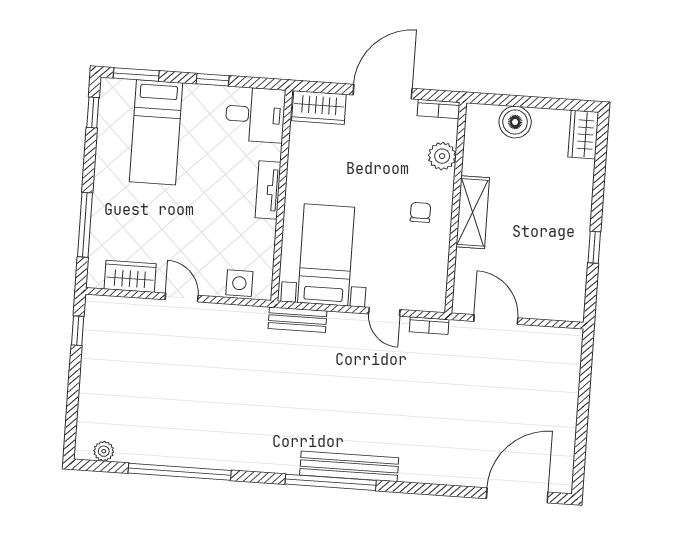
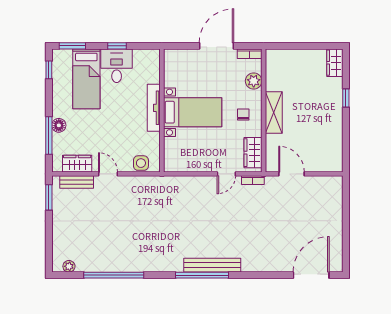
wardrobe: (319, 108) -> (253, 153), moved, turned 90
desk: (255, 115) -> (117, 66), moved, turned -90
boiler: (515, 122) -> (295, 58), removed
tv unit: (268, 190) -> (154, 108), width x1.41
floor lamp: (103, 209) -> (59, 125), added
window: (594, 247) -> (346, 98), moved
bed with nightstands: (326, 255) -> (193, 112), moved, turned 90
door: (384, 312) -> (226, 174), hinge flipped
bench: (297, 320) -> (77, 182), moved
window: (78, 331) -> (49, 197), width x1.50

